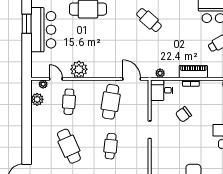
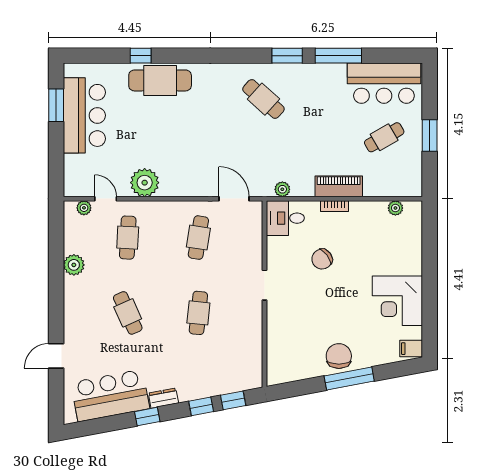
plant: (37, 99) -> (74, 265), moved
cafe table: (111, 102) -> (198, 238), width x0.73, depth x0.74
cafe table: (69, 146) -> (128, 313), width x0.73, depth x0.74

